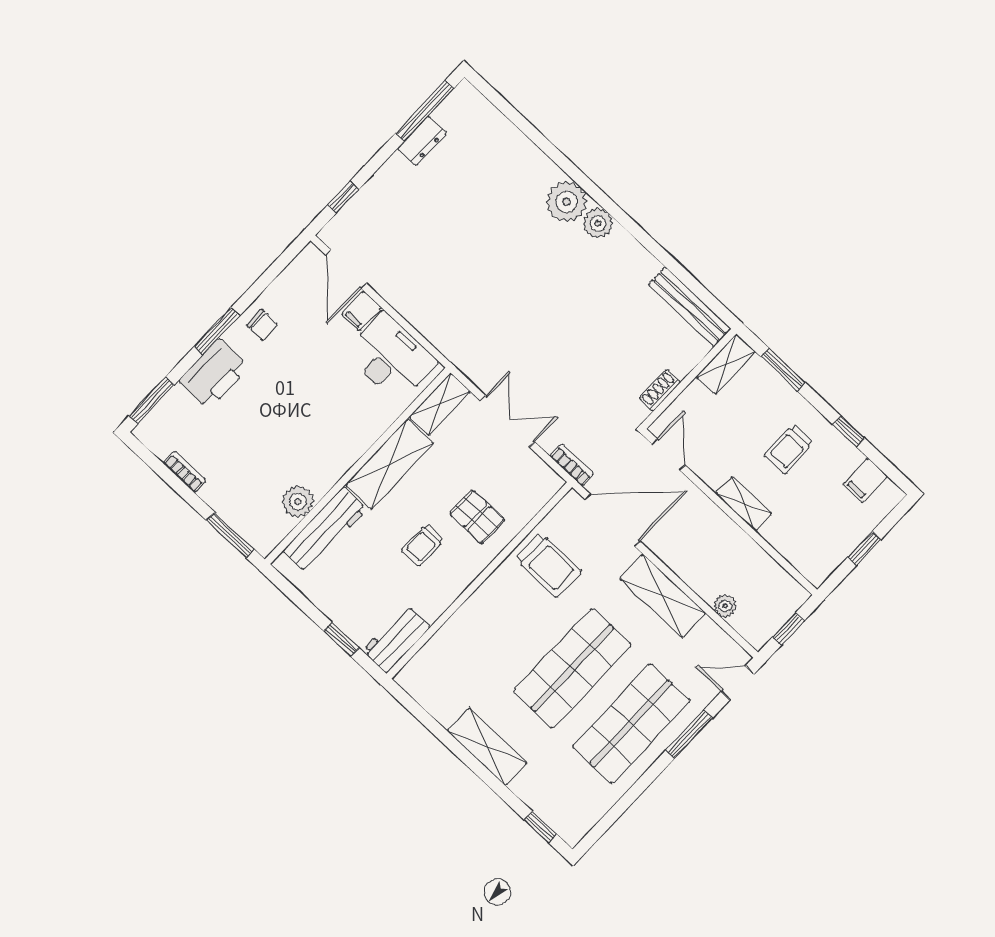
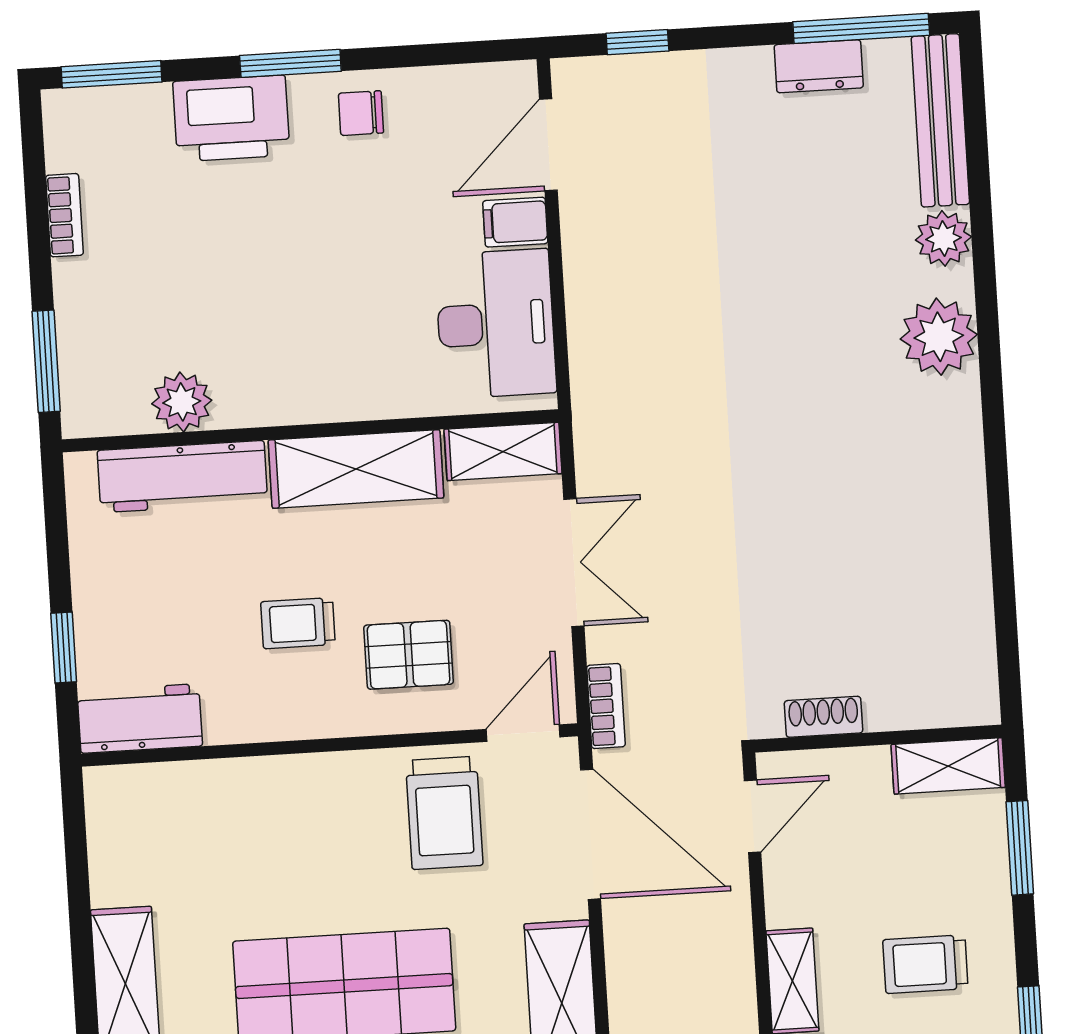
plant: (598, 223) -> (943, 238), moved
bench: (690, 307) -> (940, 120), moved
chair: (262, 325) -> (361, 113), turned 90
door: (550, 506) -> (523, 733), added
pallet: (477, 517) -> (409, 655), turned 90

